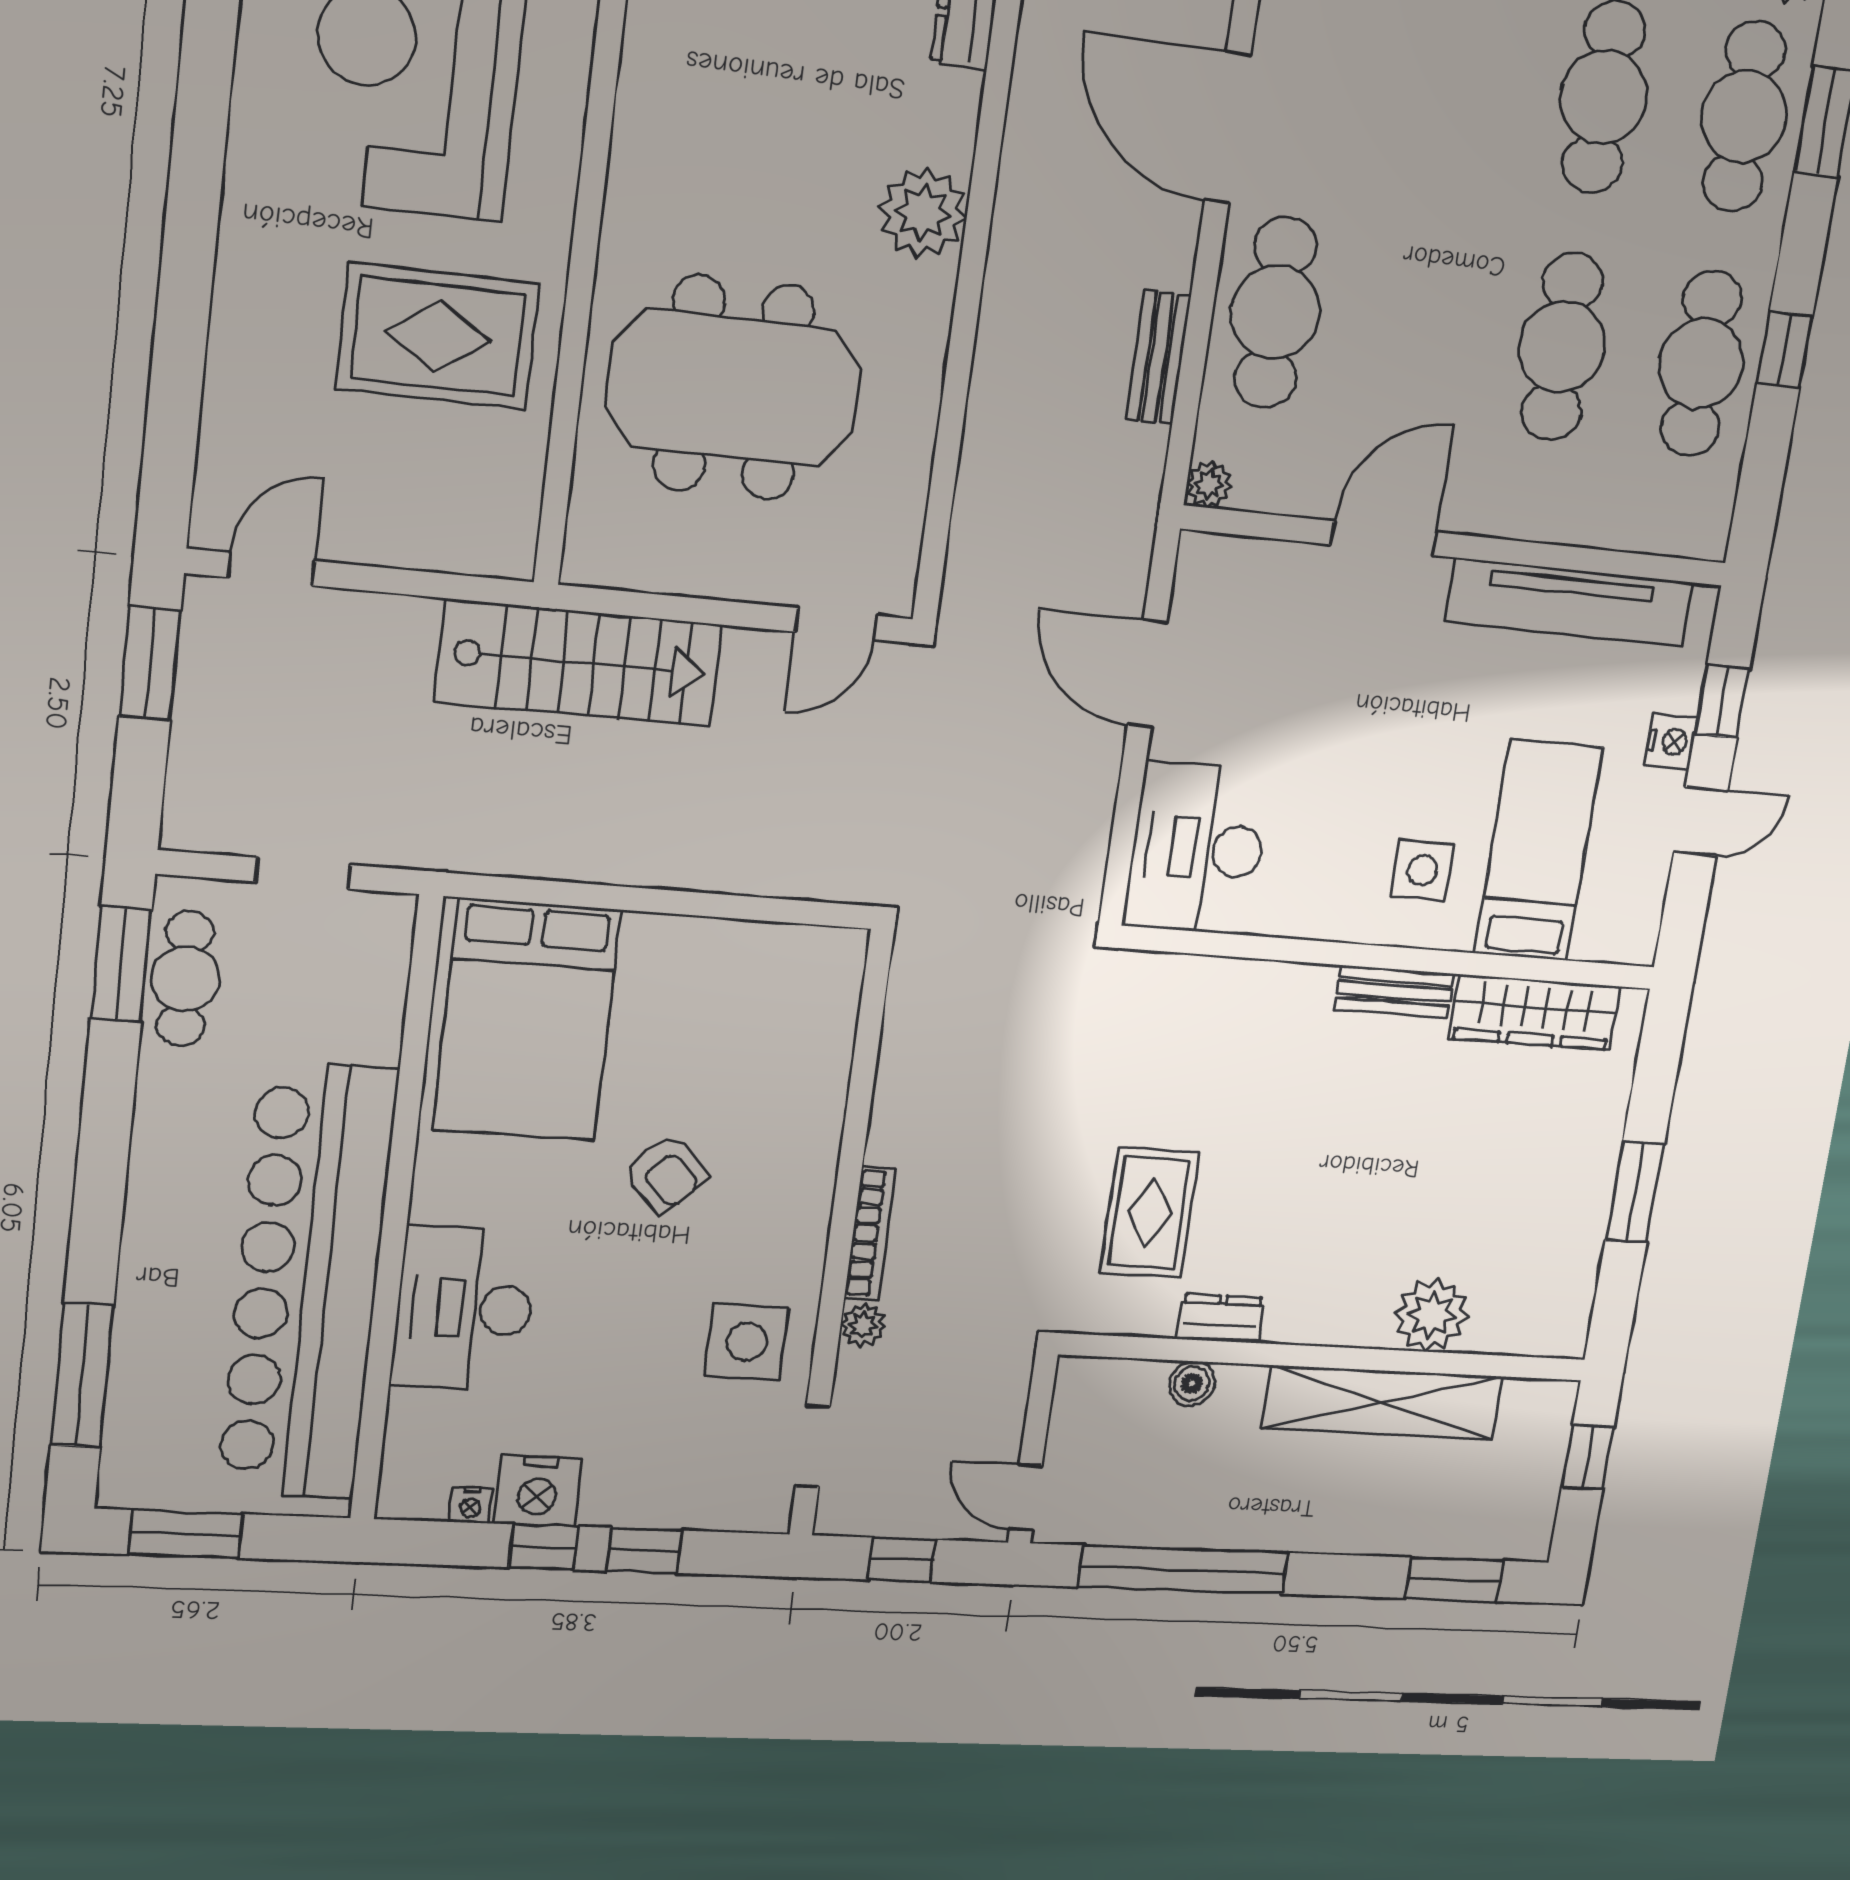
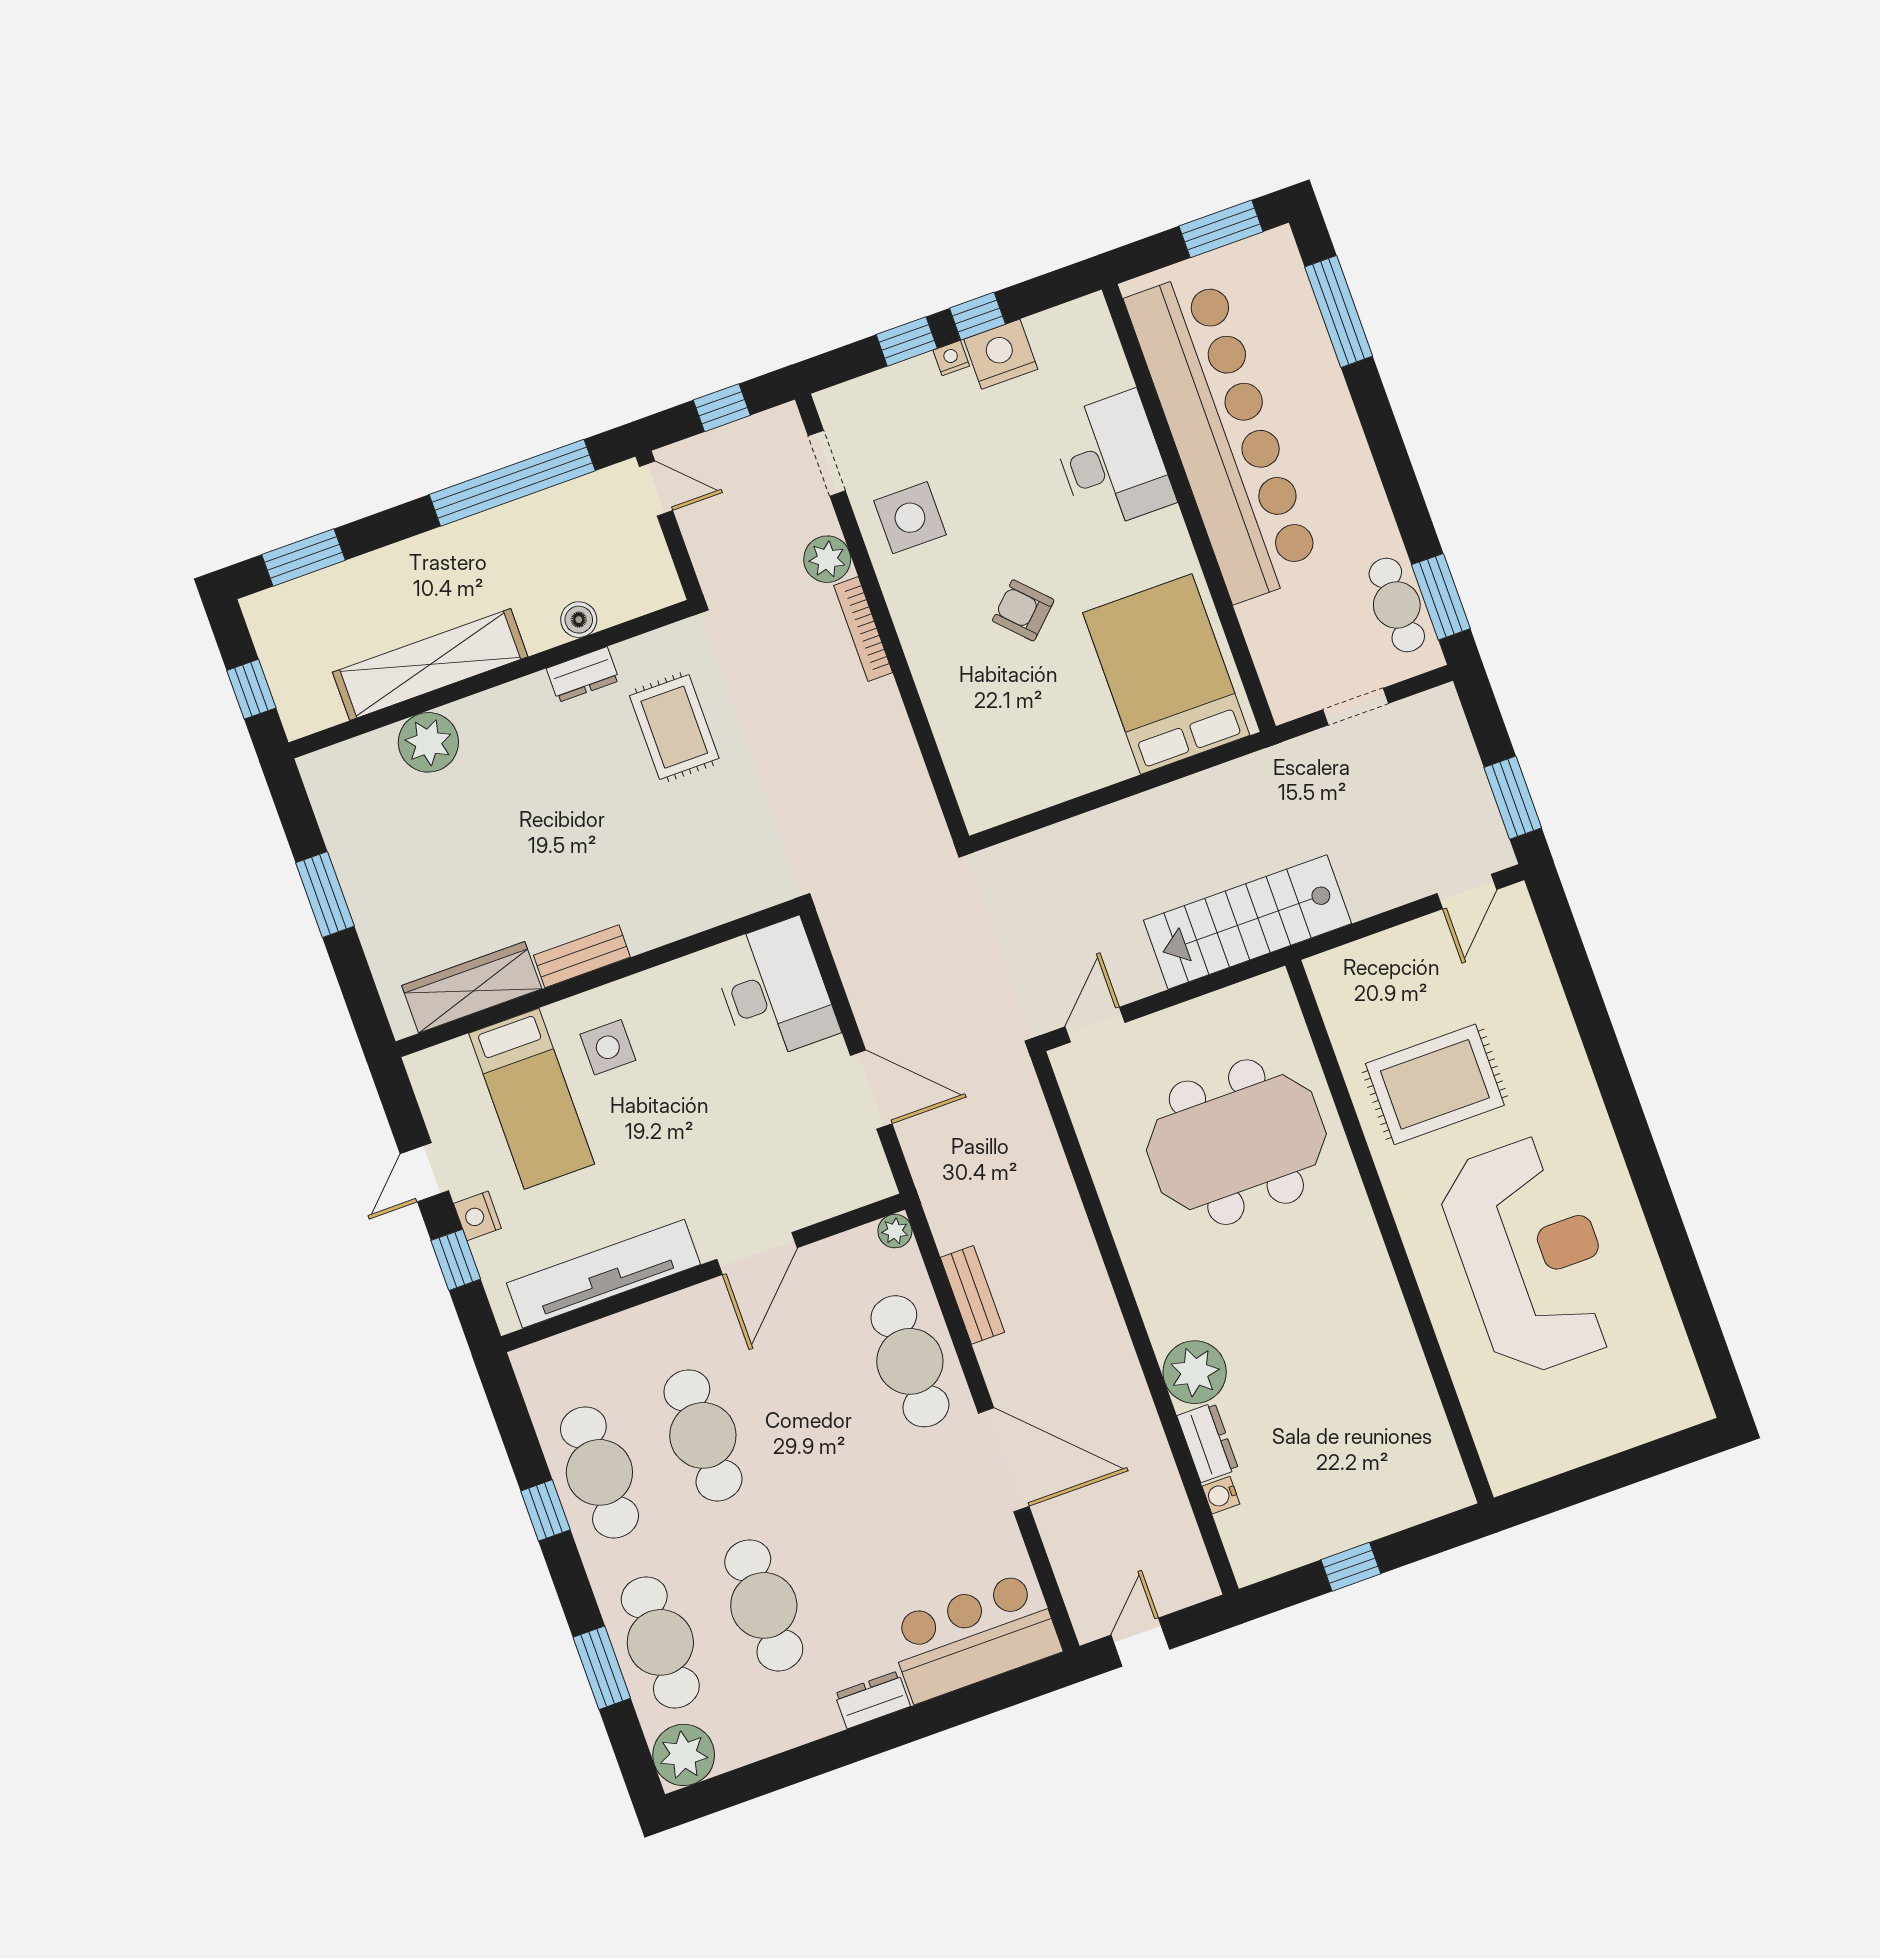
plant: (923, 213) -> (1195, 1372), moved
plant: (863, 1325) -> (827, 559), width x1.38, depth x1.38
nightstand: (471, 1505) -> (951, 358), moved

